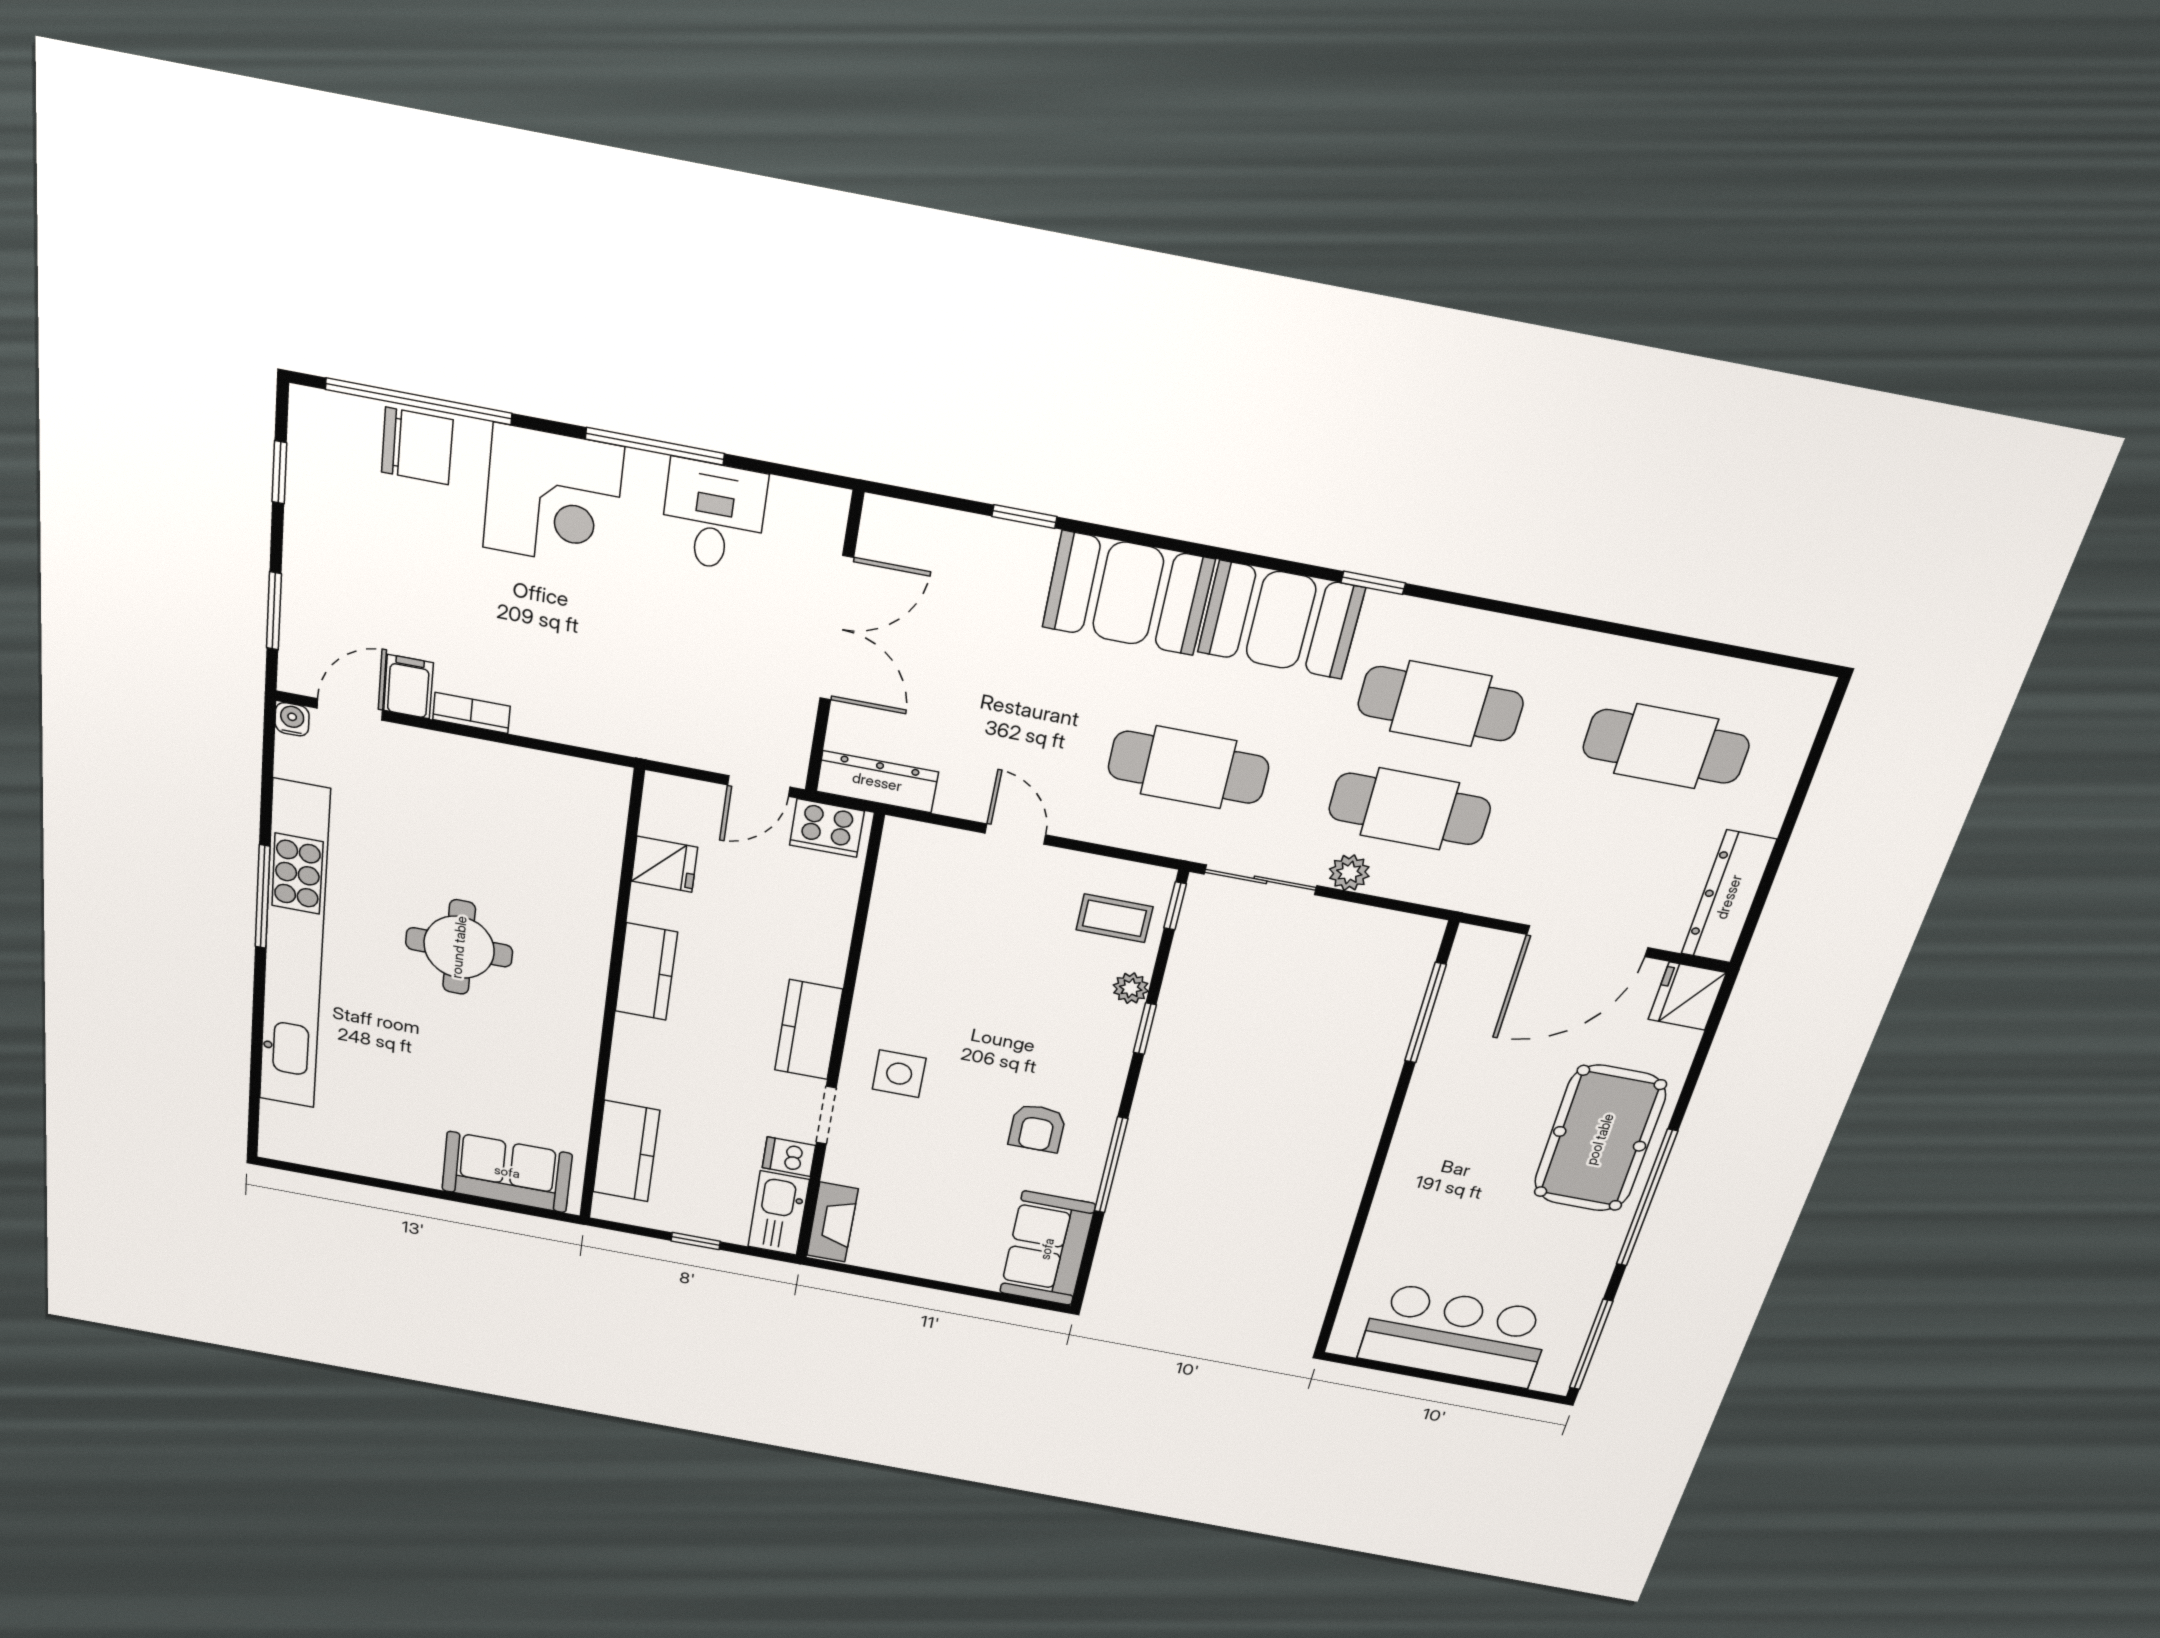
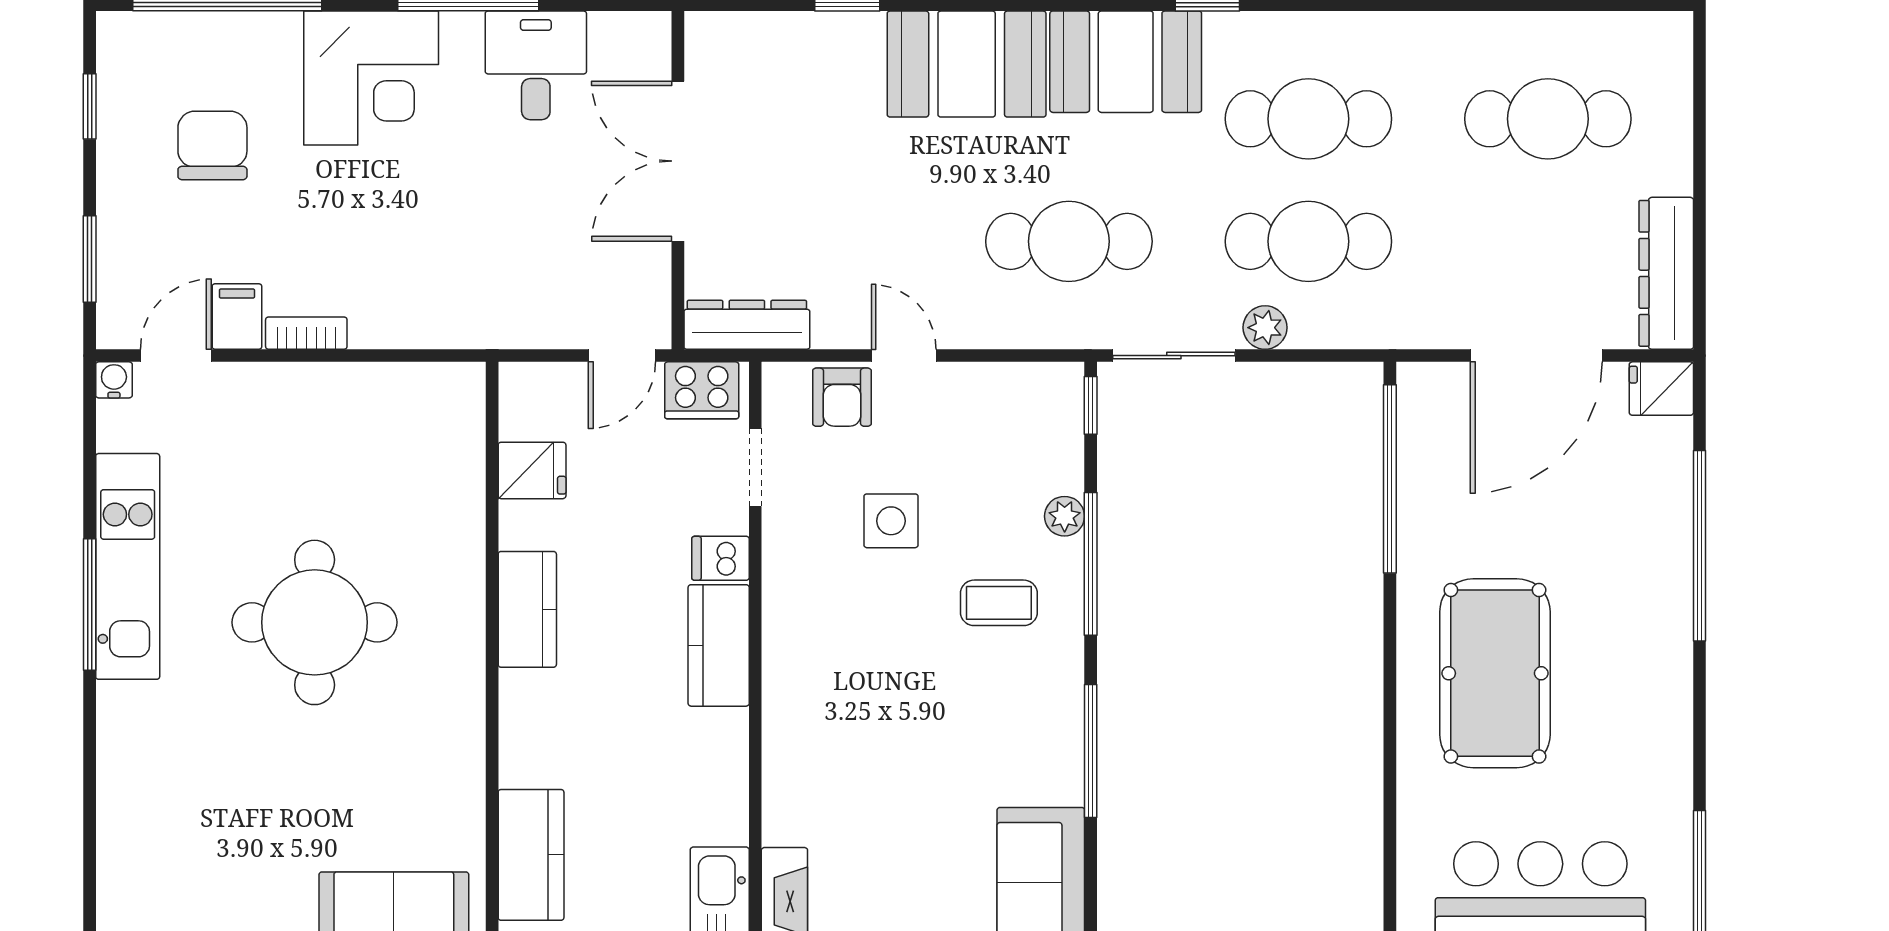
chair: (417, 446) -> (212, 145), moved, turned -90
double door: (837, 629) -> (678, 161), swing flipped
coffee table: (1114, 918) -> (999, 603), moved
round table: (459, 947) -> (315, 622), width x1.36, depth x1.36
kitchen unit: (294, 948) -> (128, 566), width x0.54
fridge: (1687, 996) -> (1661, 389), width x0.72
window: (1425, 1013) -> (1390, 479), width x1.46
window: (1145, 1029) -> (1091, 564), width x2.17
side table: (899, 1074) -> (891, 521), moved
doorway: (826, 1115) -> (755, 467), moved
armchair: (1037, 1128) -> (842, 397), moved
pool table: (1600, 1139) -> (1495, 673), moved
dishwasher: (789, 1157) -> (720, 558), moved
window: (1647, 1198) -> (1700, 546), moved

